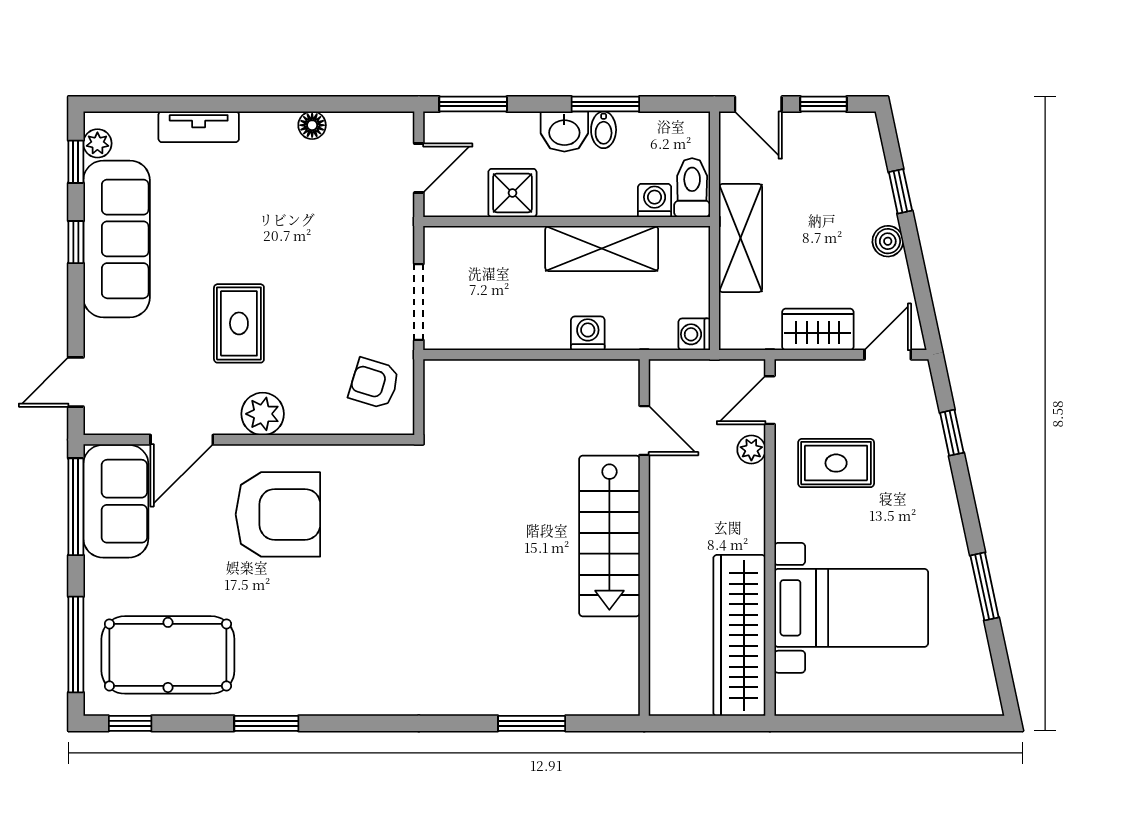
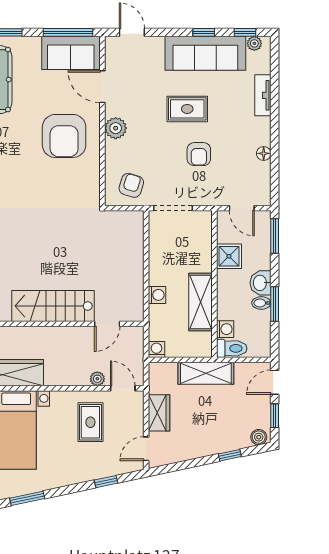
boiler: (888, 241) -> (259, 437), moved
armchair: (313, 252) -> (199, 154), added
rug: (239, 323) -> (187, 109), moved
door: (888, 355) -> (146, 449), swing flipped

